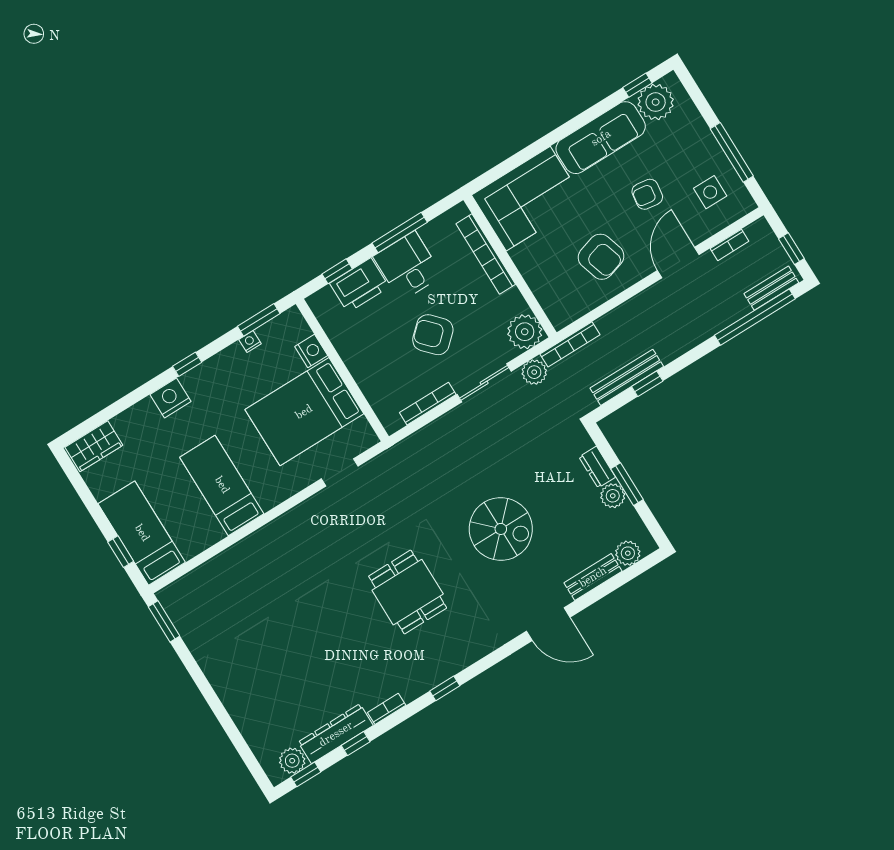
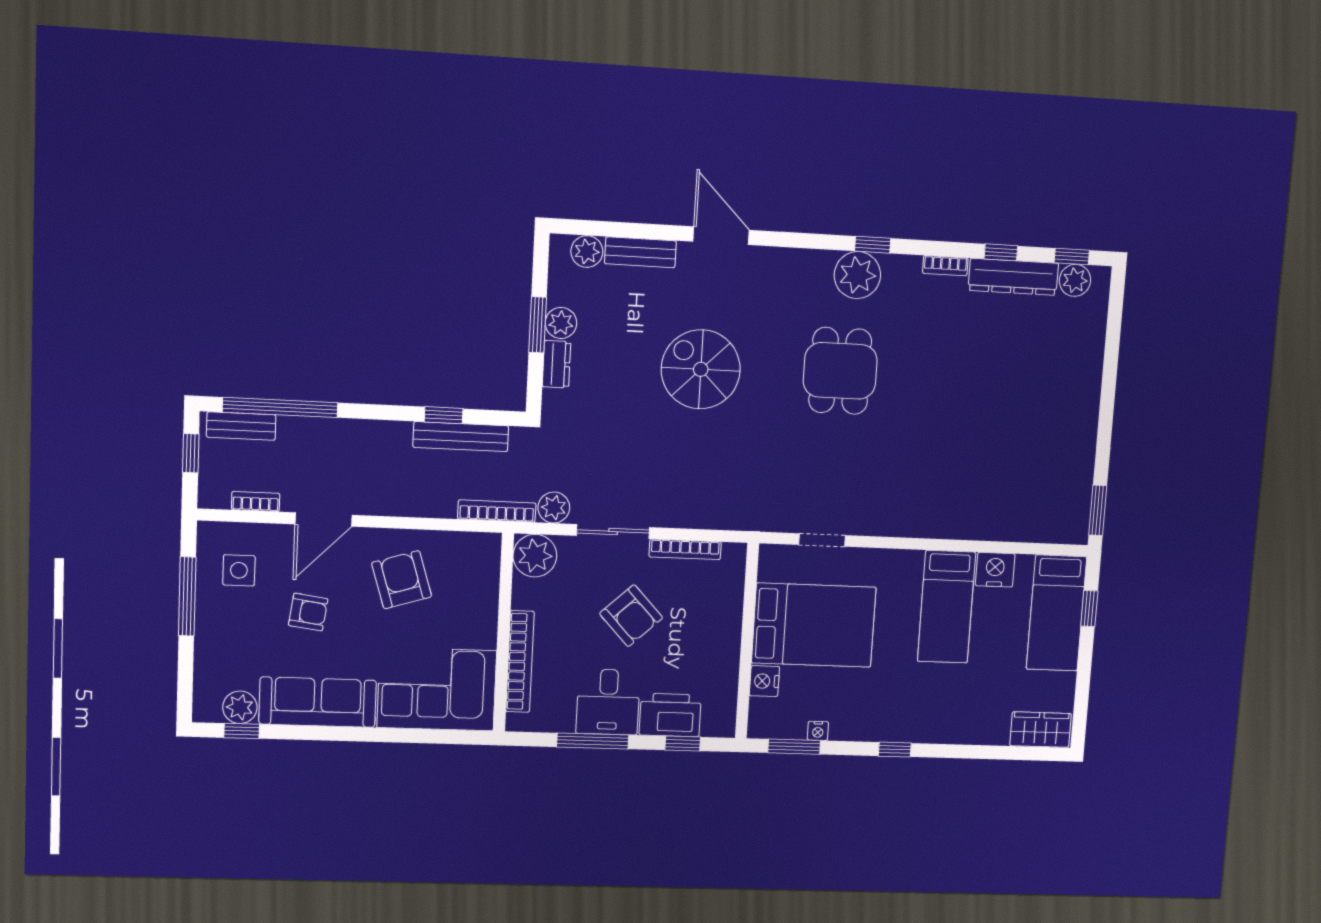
plant: (656, 102) -> (240, 707), width x0.73, depth x0.73
nightstand: (170, 398) -> (995, 570), moved, turned 180
plant: (441, 662) -> (857, 275), added

